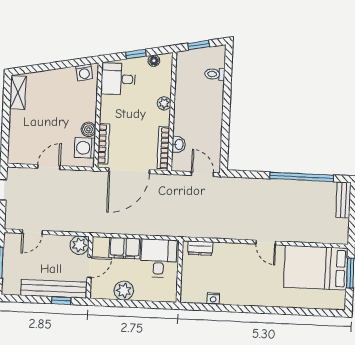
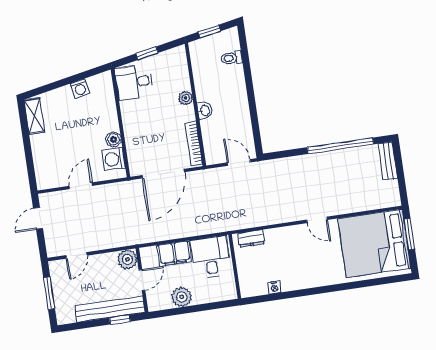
floor lamp: (154, 61) -> (167, 56), removed
washing machine: (84, 72) -> (80, 88), moved
bookcase: (104, 144) -> (132, 151), removed
washbasin: (179, 144) -> (205, 111), moved
bed: (316, 268) -> (374, 243), width x1.36

